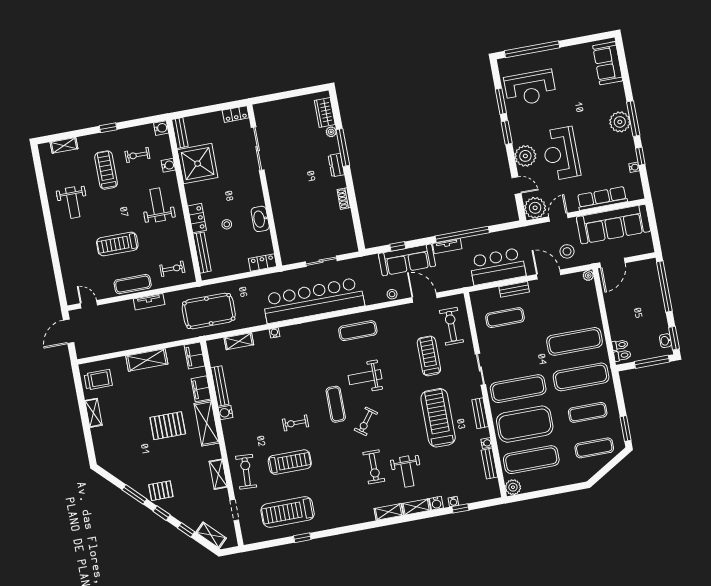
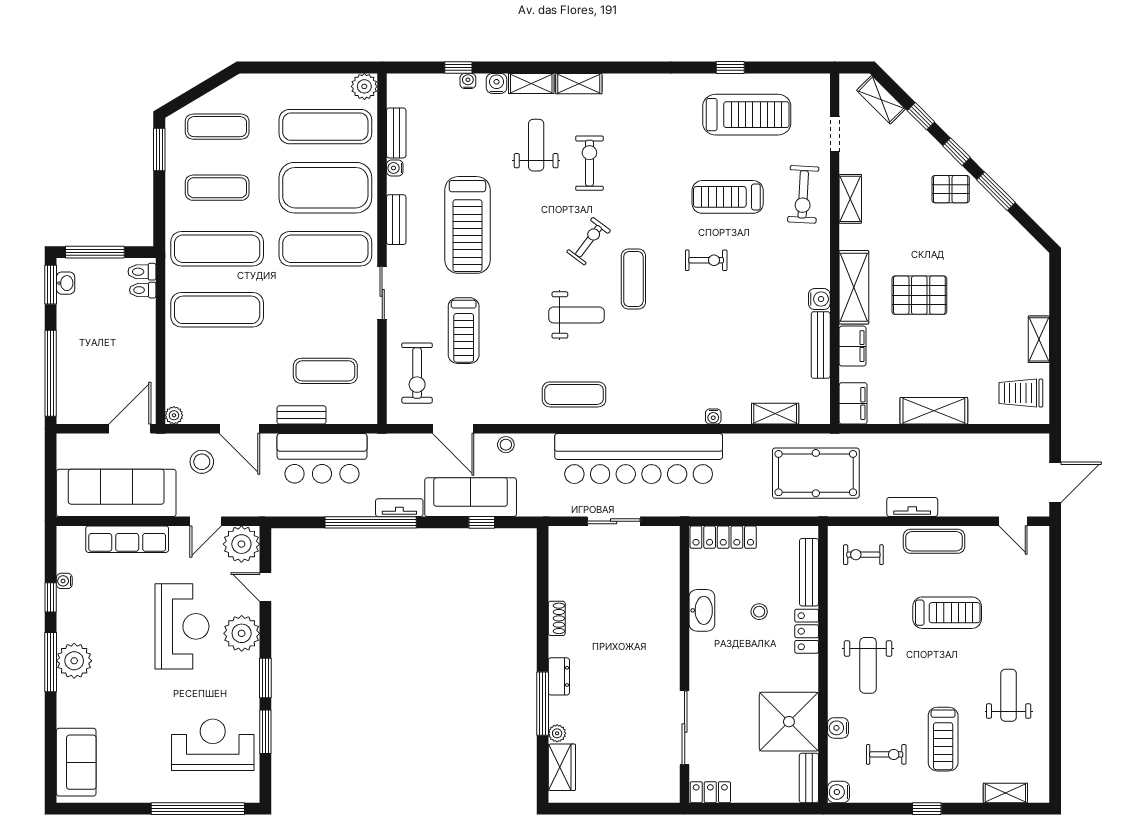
locker: (263, 263) -> (723, 537), width x1.53

